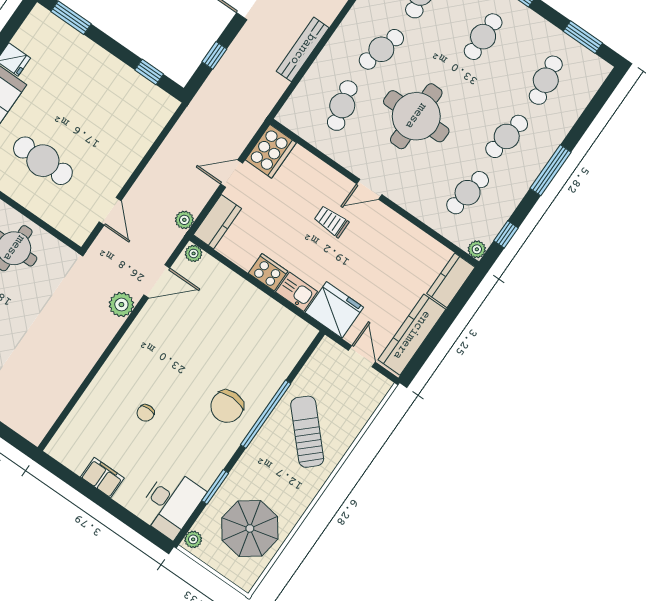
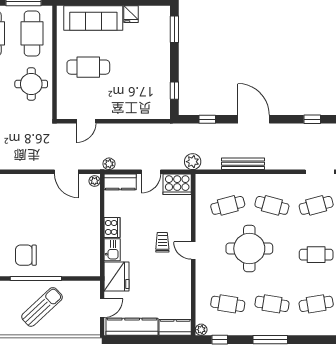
cafe table: (43, 161) -> (88, 67), turned 90
door: (232, 174) -> (151, 172), swing flipped
plant: (121, 305) -> (193, 162), moved

